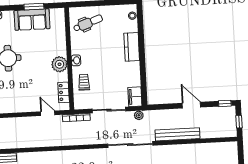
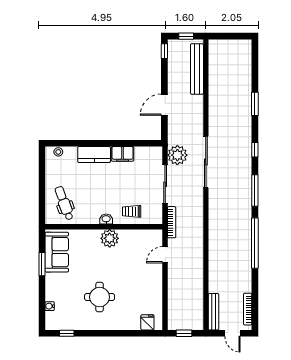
sofa: (32, 20) -> (57, 252), moved
locker: (64, 92) -> (142, 235), removed
filing cabinet: (135, 97) -> (123, 154), moved
door: (191, 105) -> (164, 105), moved
plant: (139, 115) -> (177, 155), width x1.88, depth x1.88
bench: (177, 134) -> (197, 69), moved

